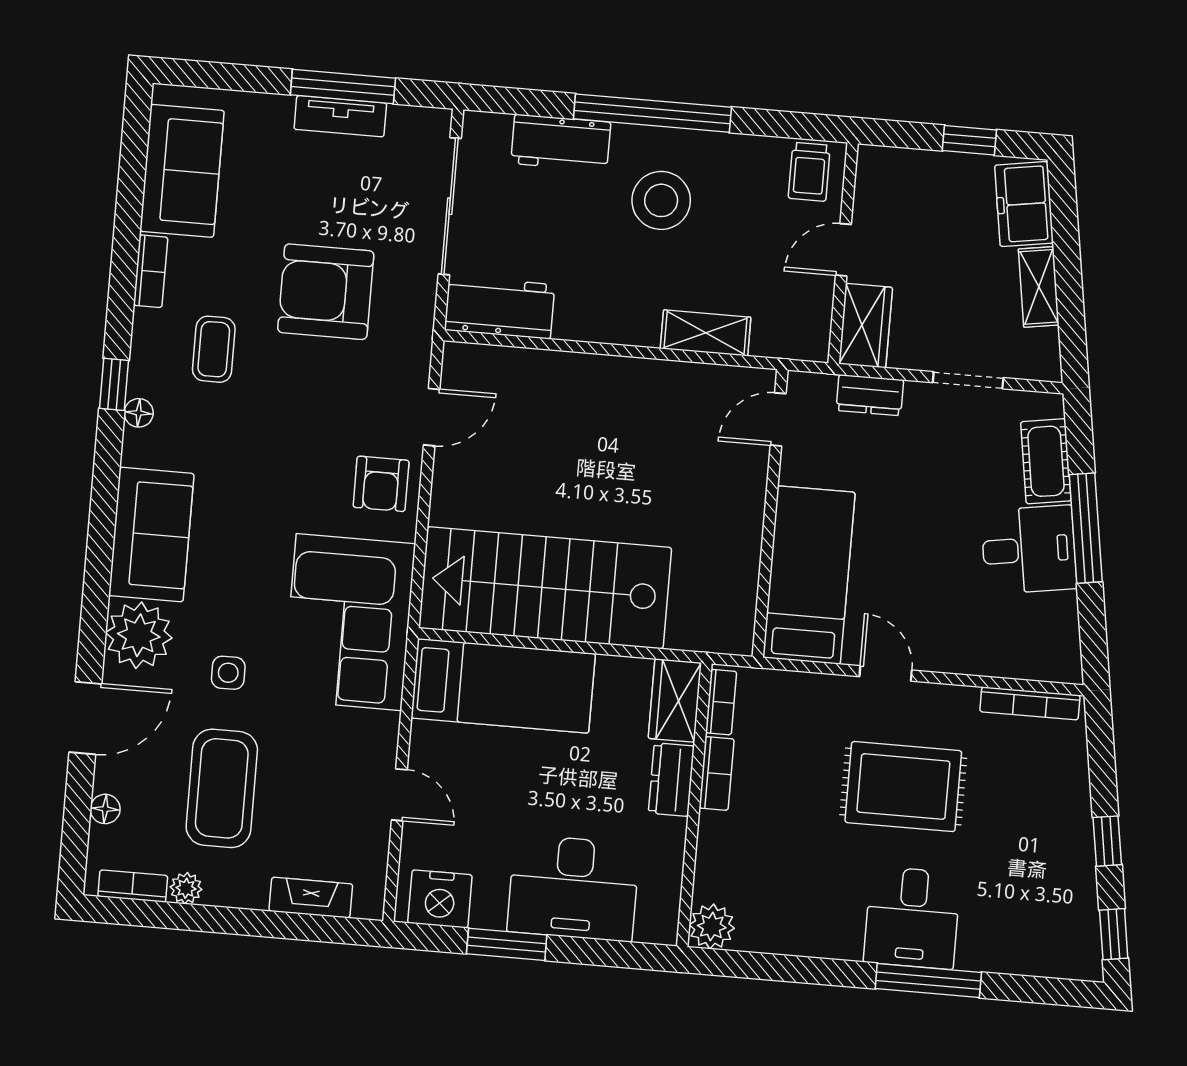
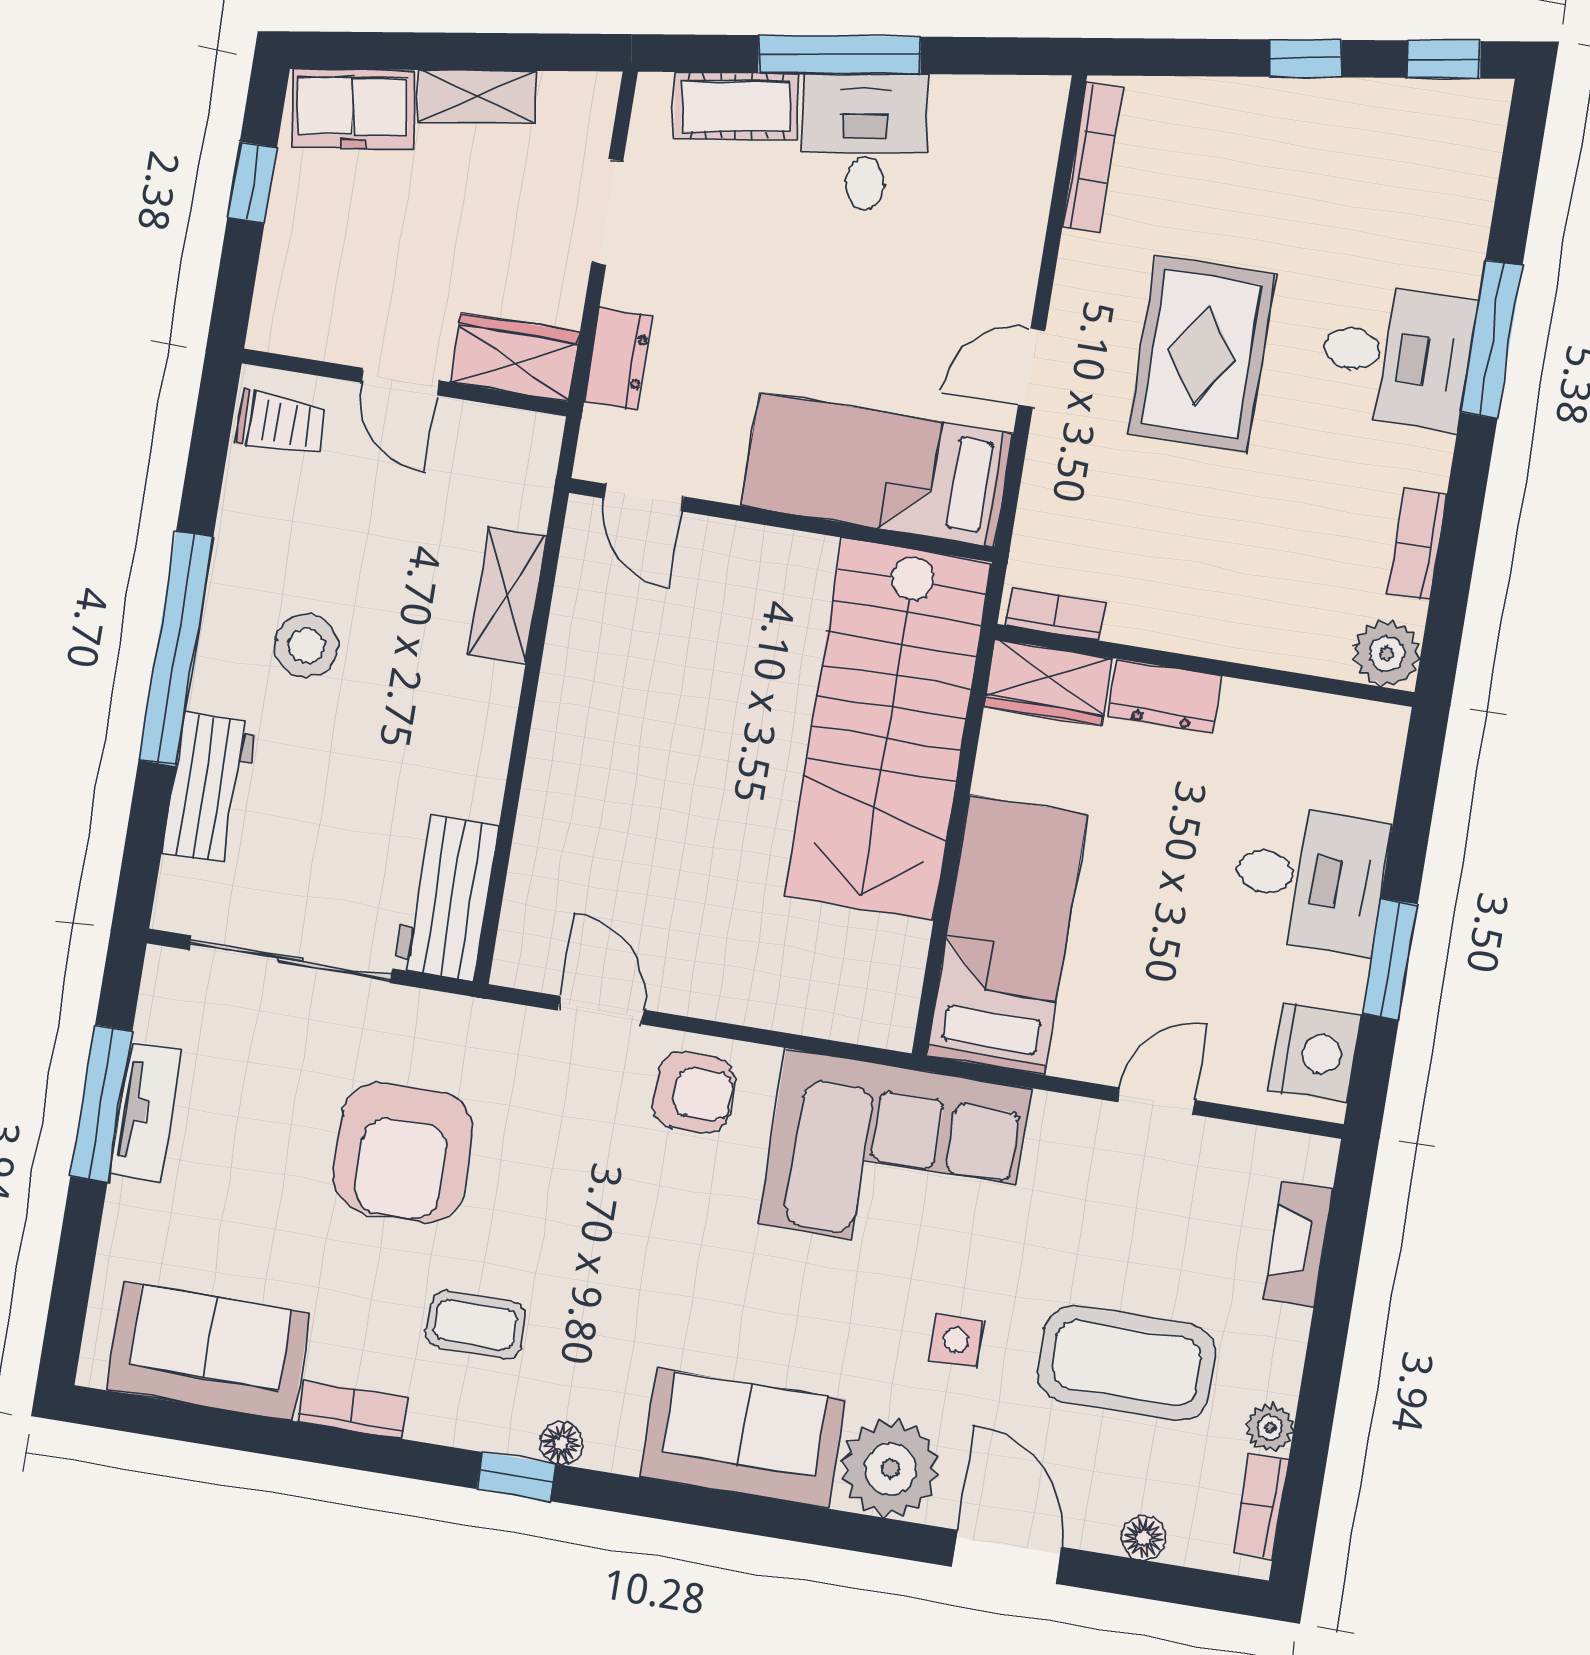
stool: (661, 200) -> (306, 646), width x0.73, depth x0.73
stairs: (545, 588) -> (888, 730), moved
bookcase: (717, 773) -> (1417, 544), moved, turned -90
desk: (573, 888) -> (1310, 879), width x0.73

